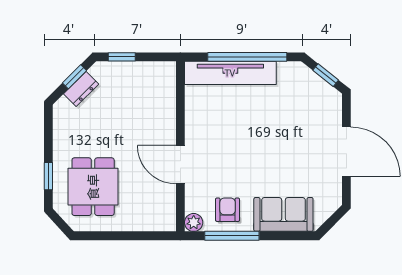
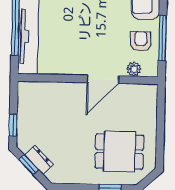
armchair: (228, 210) -> (141, 41), turned 90
plant: (194, 222) -> (134, 69), moved

